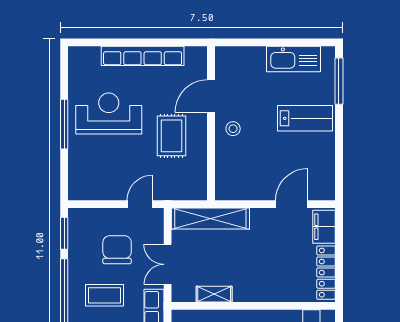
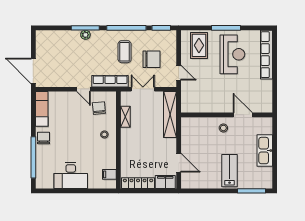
row of seats: (143, 56) -> (267, 55), moved
kitchen sink: (294, 59) -> (265, 151), moved
lab bench: (305, 118) -> (230, 171), turned 180
rug: (171, 136) -> (199, 45), moved, turned 90

